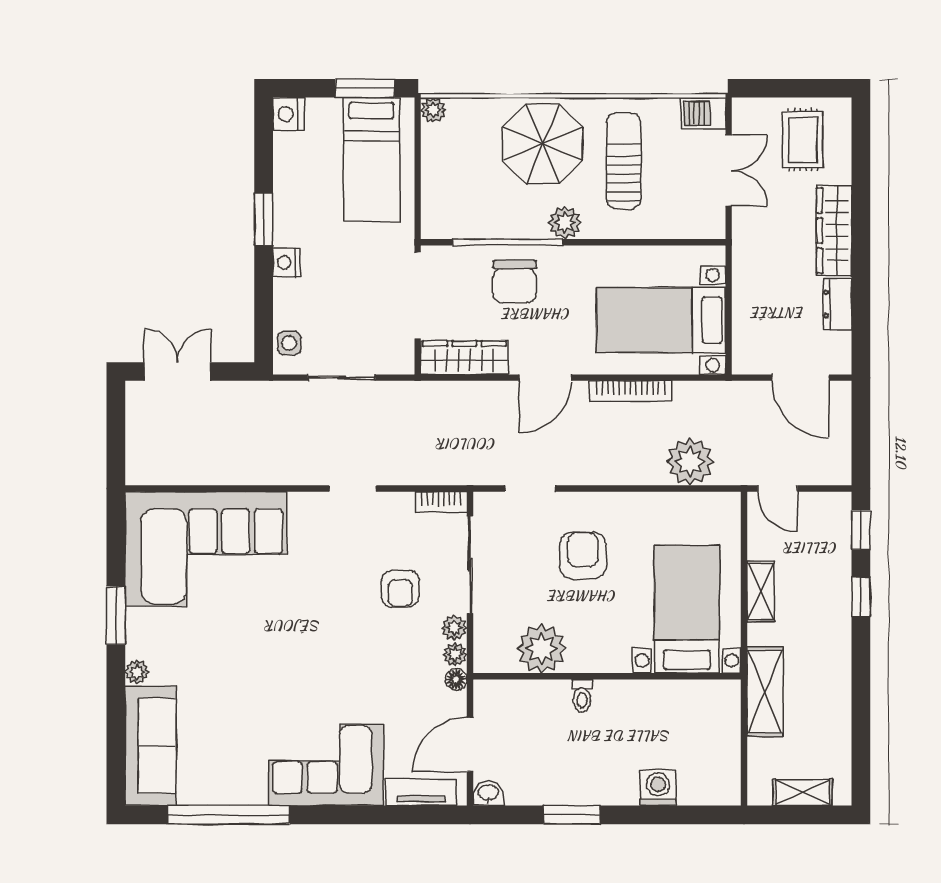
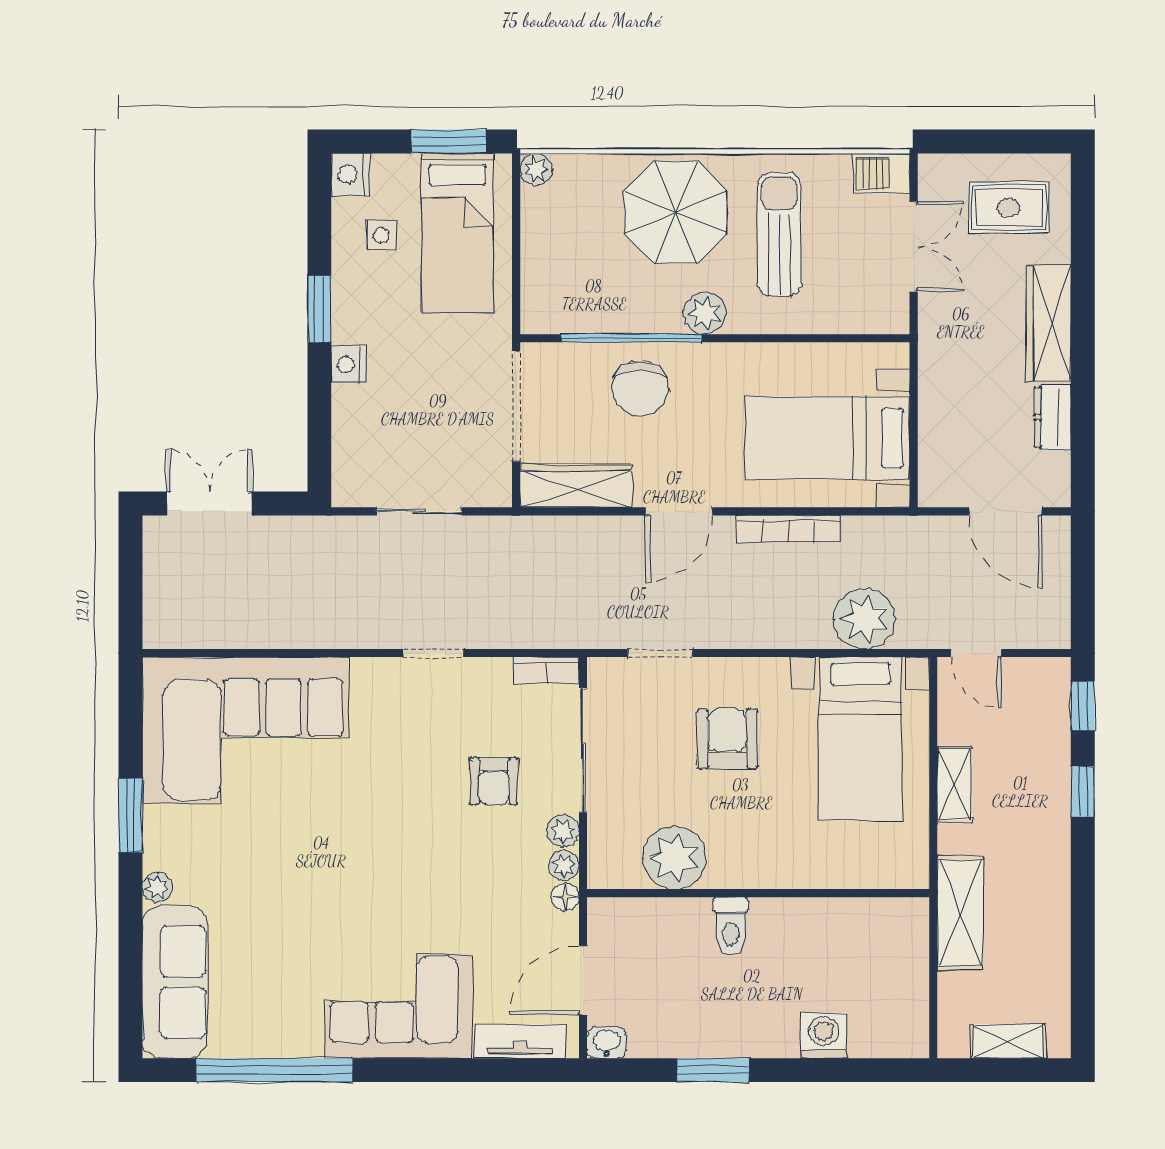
rug: (803, 140) -> (1009, 207), turned 90
side table: (289, 343) -> (382, 235), moved
bed with nightstands: (687, 609) -> (860, 739), moved, turned 180
toilet: (582, 696) -> (731, 926), width x1.37, depth x1.39

